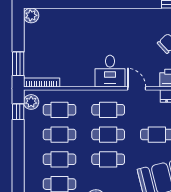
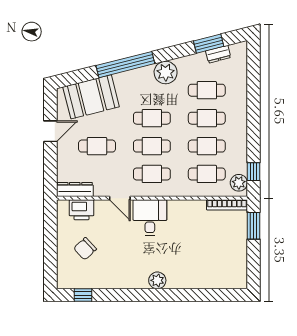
plant: (31, 15) -> (157, 280), moved

